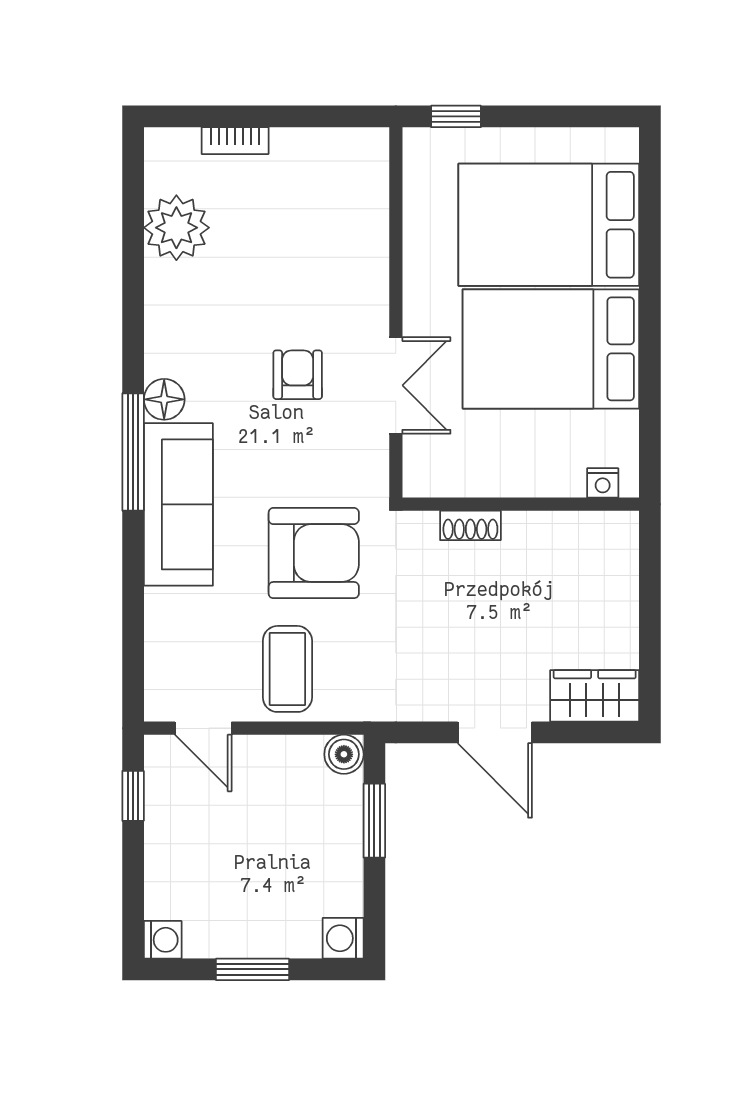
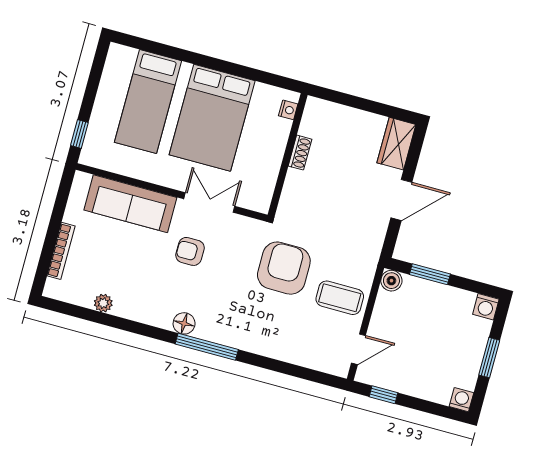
bookcase: (235, 141) -> (61, 251), width x1.56
bed: (549, 225) -> (148, 101), width x0.67
plant: (176, 228) -> (103, 303), width x0.53, depth x0.53
sofa: (178, 504) -> (130, 204), moved, turned 180
shoe rack: (470, 525) -> (300, 153), moved

